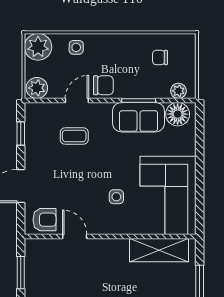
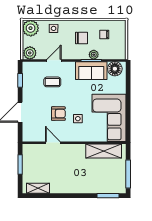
chair: (103, 85) -> (81, 38), moved
plant: (178, 91) -> (94, 55), moved
armchair: (44, 220) -> (58, 114), moved

